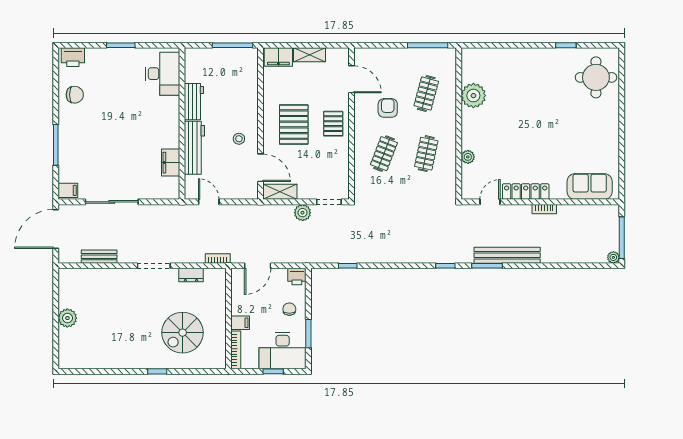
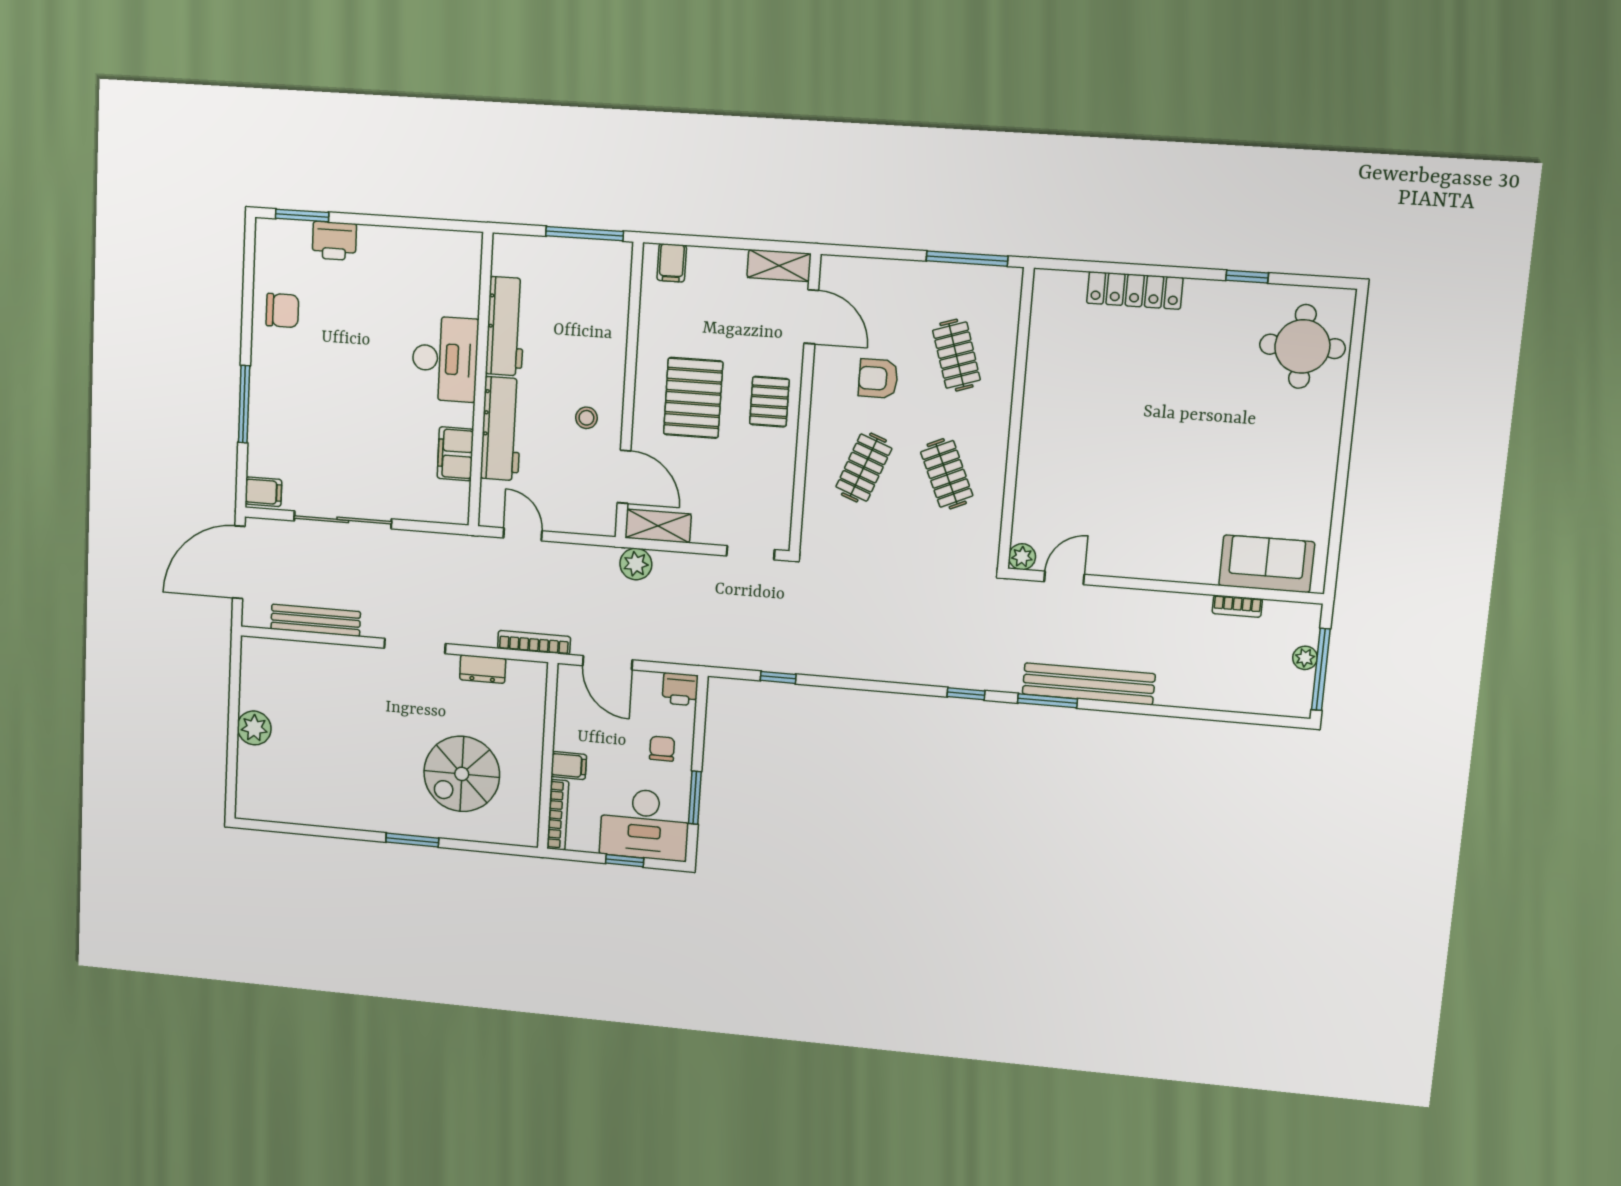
window: (121, 45) -> (302, 215), moved
shelving: (310, 55) -> (779, 265), moved
printer: (73, 57) -> (334, 241), moved
filing cabinet: (278, 57) -> (672, 263), width x0.50
desk: (163, 74) -> (445, 359), moved
clothes rail: (426, 93) -> (956, 355), turned -33
plant: (473, 96) -> (1050, 366), removed
workbench: (194, 102) -> (506, 326), width x1.38
armchair: (388, 108) -> (878, 379), turned -90
clothes rail: (426, 154) -> (947, 474), turned -36
plant: (468, 157) -> (1022, 557), moved
locker: (526, 192) -> (1135, 290), moved, turned 180
bookcase: (544, 209) -> (1237, 606), moved
plant: (303, 213) -> (636, 564), moved
bench: (99, 257) -> (316, 620), width x1.36
plant: (613, 257) -> (1305, 658), moved
bookcase: (218, 259) -> (534, 642), width x1.56
door: (258, 266) -> (607, 663), hinge flipped
window: (157, 371) -> (412, 840), width x1.50

